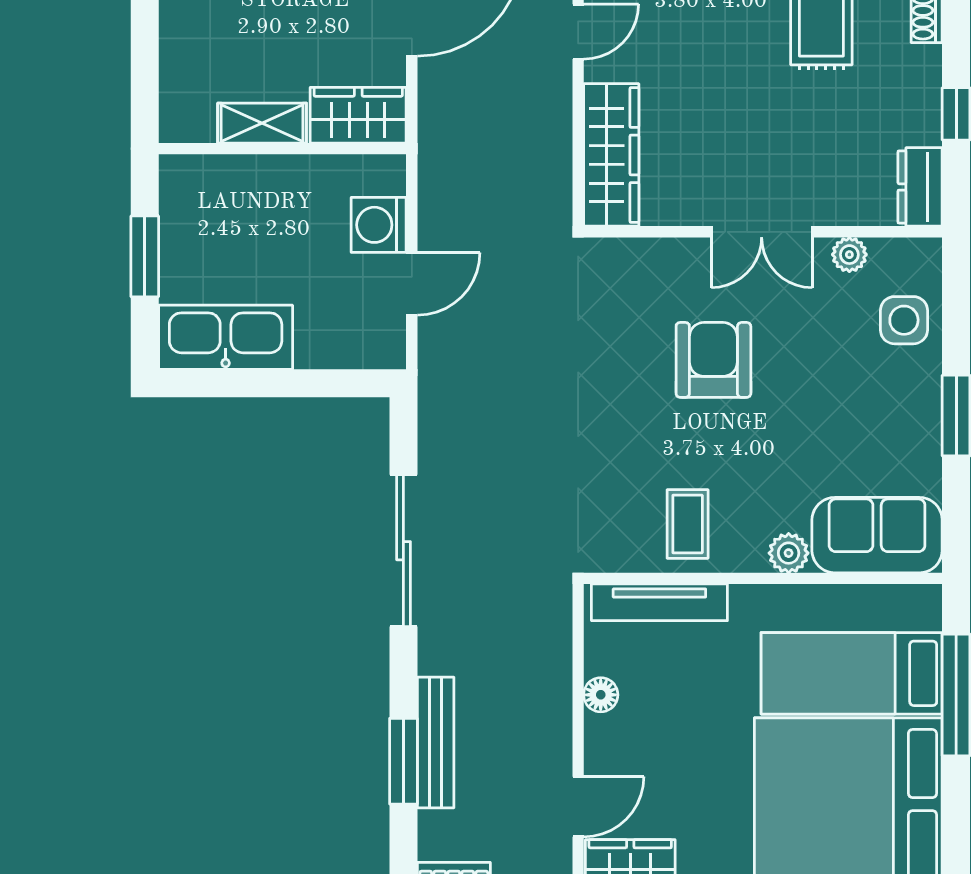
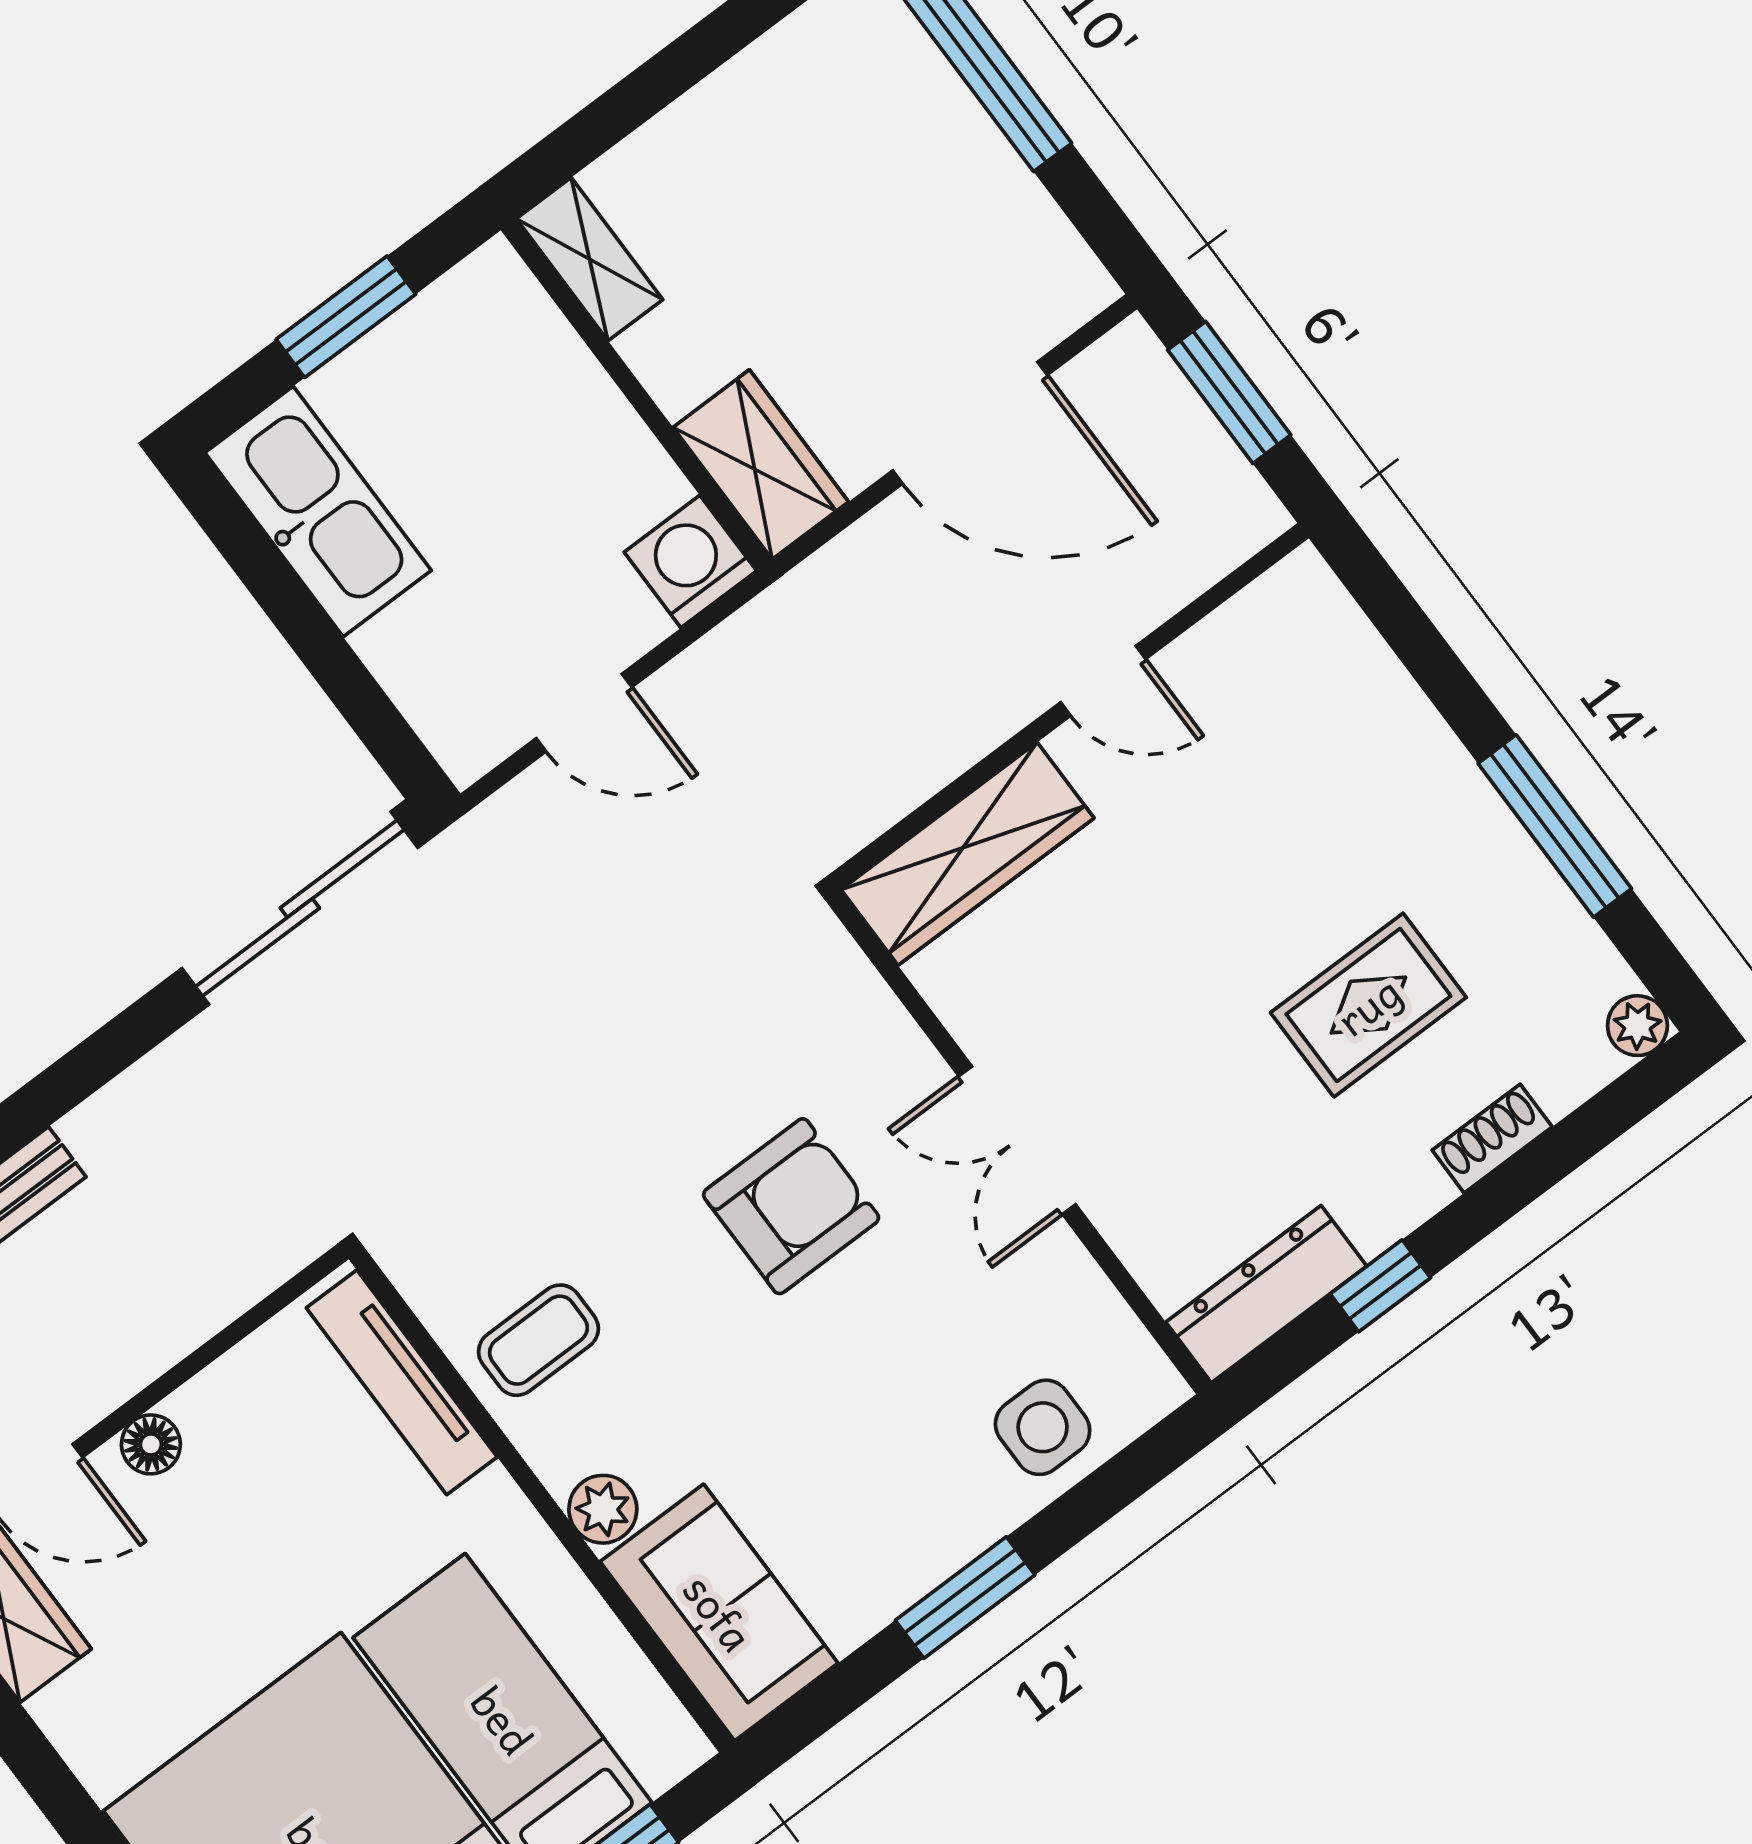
shelving: (262, 123) -> (590, 259), moved
dresser: (920, 187) -> (1266, 1294), width x1.44
washing machine: (379, 225) -> (690, 561), moved
plant: (849, 255) -> (1076, 1284), removed
sliding door: (403, 551) -> (300, 908), moved
floor lamp: (601, 695) -> (151, 1444), moved

